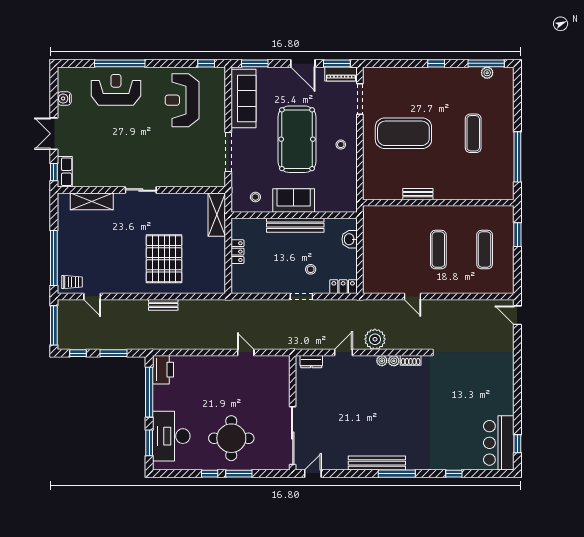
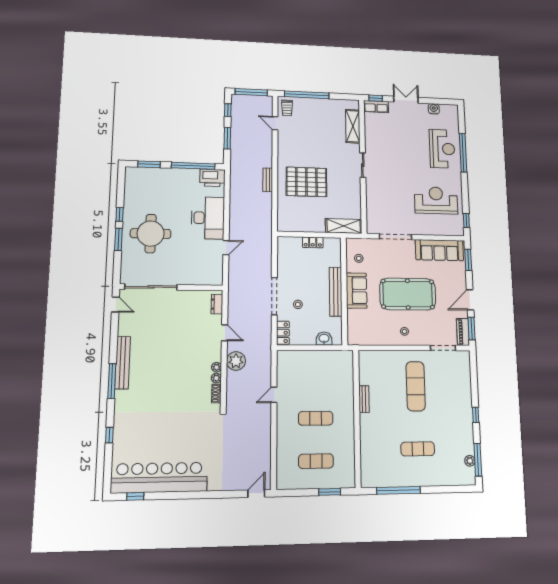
exercise mat: (403, 133) -> (416, 386), width x0.68
door: (92, 296) -> (275, 123), hinge flipped
doorway: (301, 296) -> (274, 296), width x1.88
desk: (171, 436) -> (208, 218), moved, turned 90
bar counter: (499, 443) -> (159, 478), width x1.86

